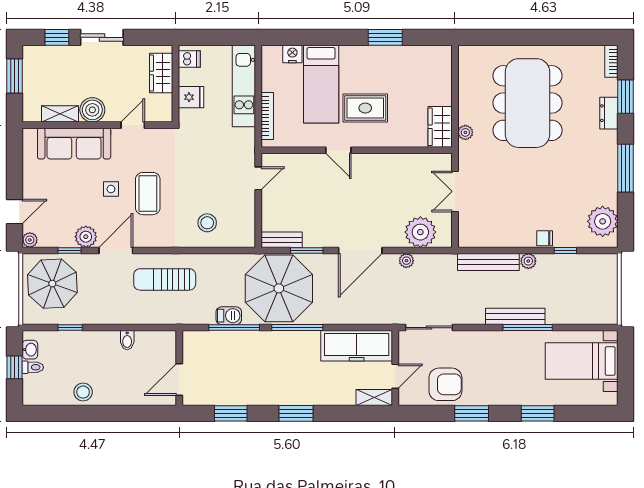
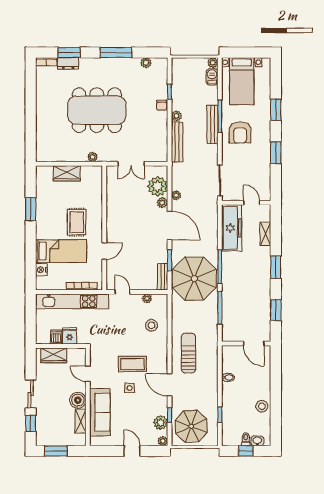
dishwasher: (189, 59) -> (56, 337), moved
kitchen unit: (244, 86) -> (72, 301), width x1.36
dining table: (527, 103) -> (97, 110), moved
dresser: (609, 113) -> (68, 63), moved
wardrobe: (440, 127) -> (67, 173), moved
door: (338, 150) -> (104, 251), moved
door: (14, 212) -> (132, 451), moved
plant: (248, 216) -> (147, 299), added
plant: (603, 221) -> (146, 63), width x0.53, depth x0.53
plant: (86, 237) -> (161, 423), moved
plant: (395, 239) -> (162, 203), added
sun lounger: (165, 279) -> (188, 353), turned 180
barbecue: (229, 316) -> (212, 77), moved
plant: (610, 317) -> (213, 63), added
washbasin: (30, 350) -> (257, 441), moved
armchair: (445, 384) -> (240, 132), moved, turned 180
shelving: (374, 397) -> (265, 234), moved

